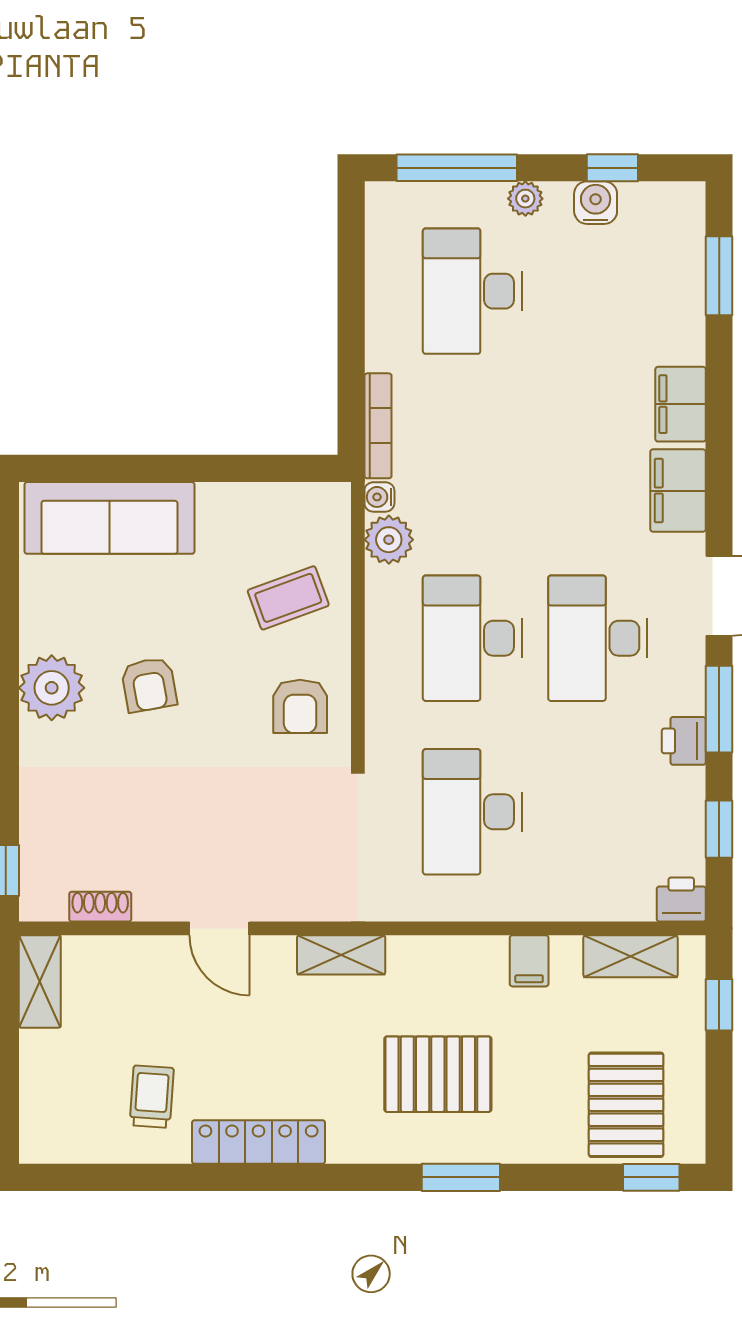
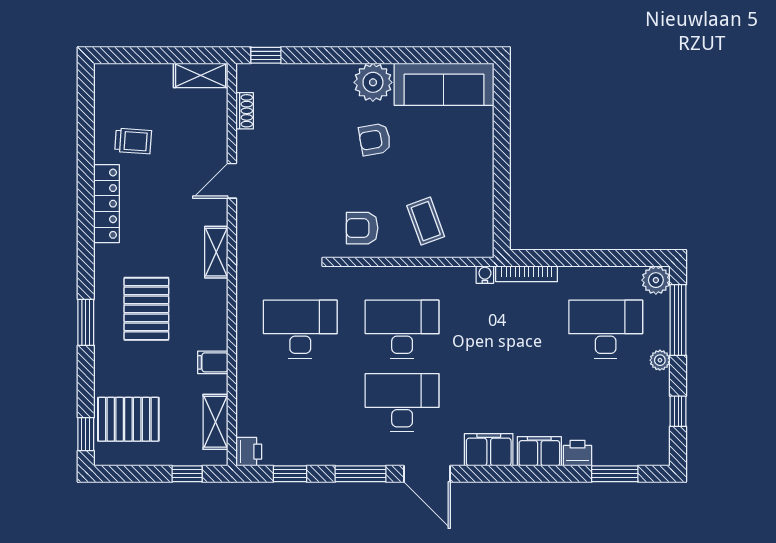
water cooler: (596, 203) -> (658, 401), removed
sofa: (109, 518) -> (444, 84), moved, turned -90
plant: (389, 540) -> (656, 280), moved
printer: (684, 741) -> (578, 453), moved

